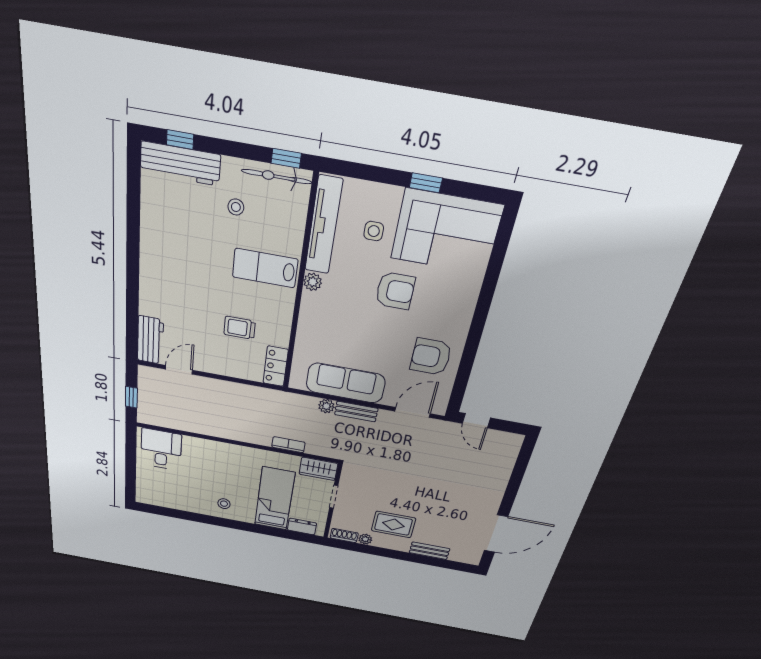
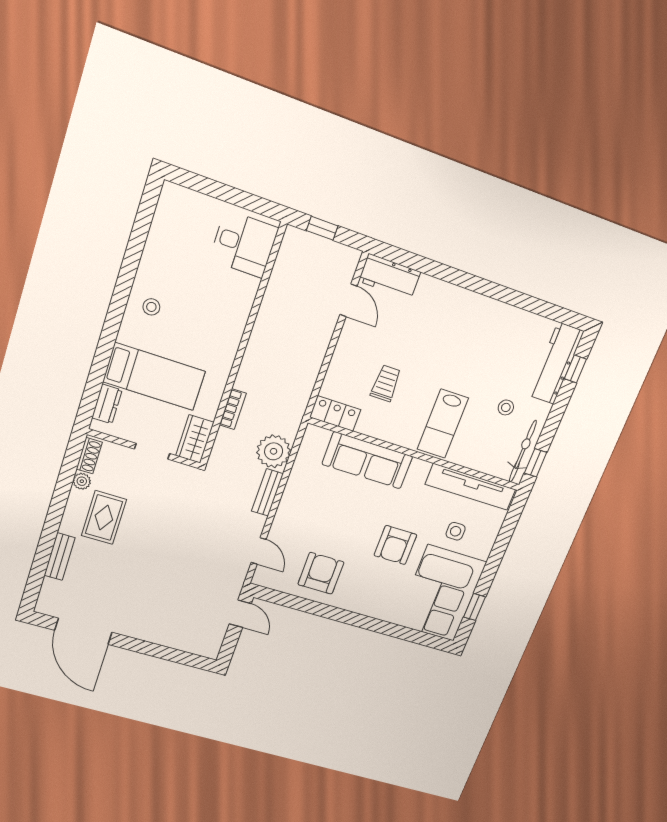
window: (426, 183) -> (474, 607), moved
lab bench: (265, 268) -> (443, 424), turned 180
plant: (313, 282) -> (420, 468), removed
sofa: (346, 383) -> (367, 460), moved, turned 90
plant: (326, 406) -> (274, 451), width x1.88, depth x1.88
door: (412, 412) -> (259, 551), width x0.73
door: (476, 421) -> (240, 614), swing flipped

